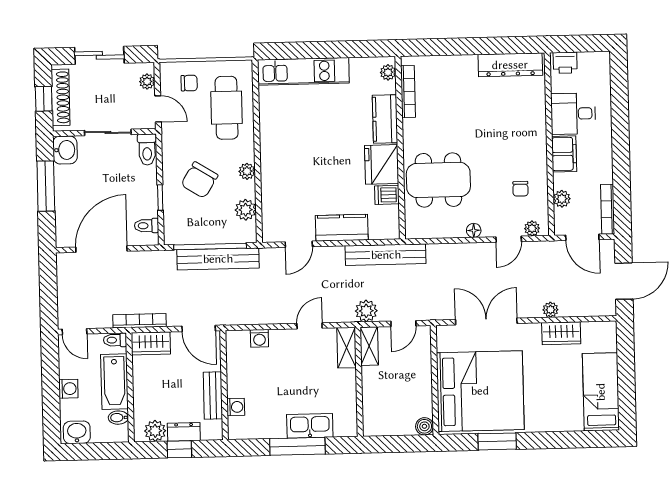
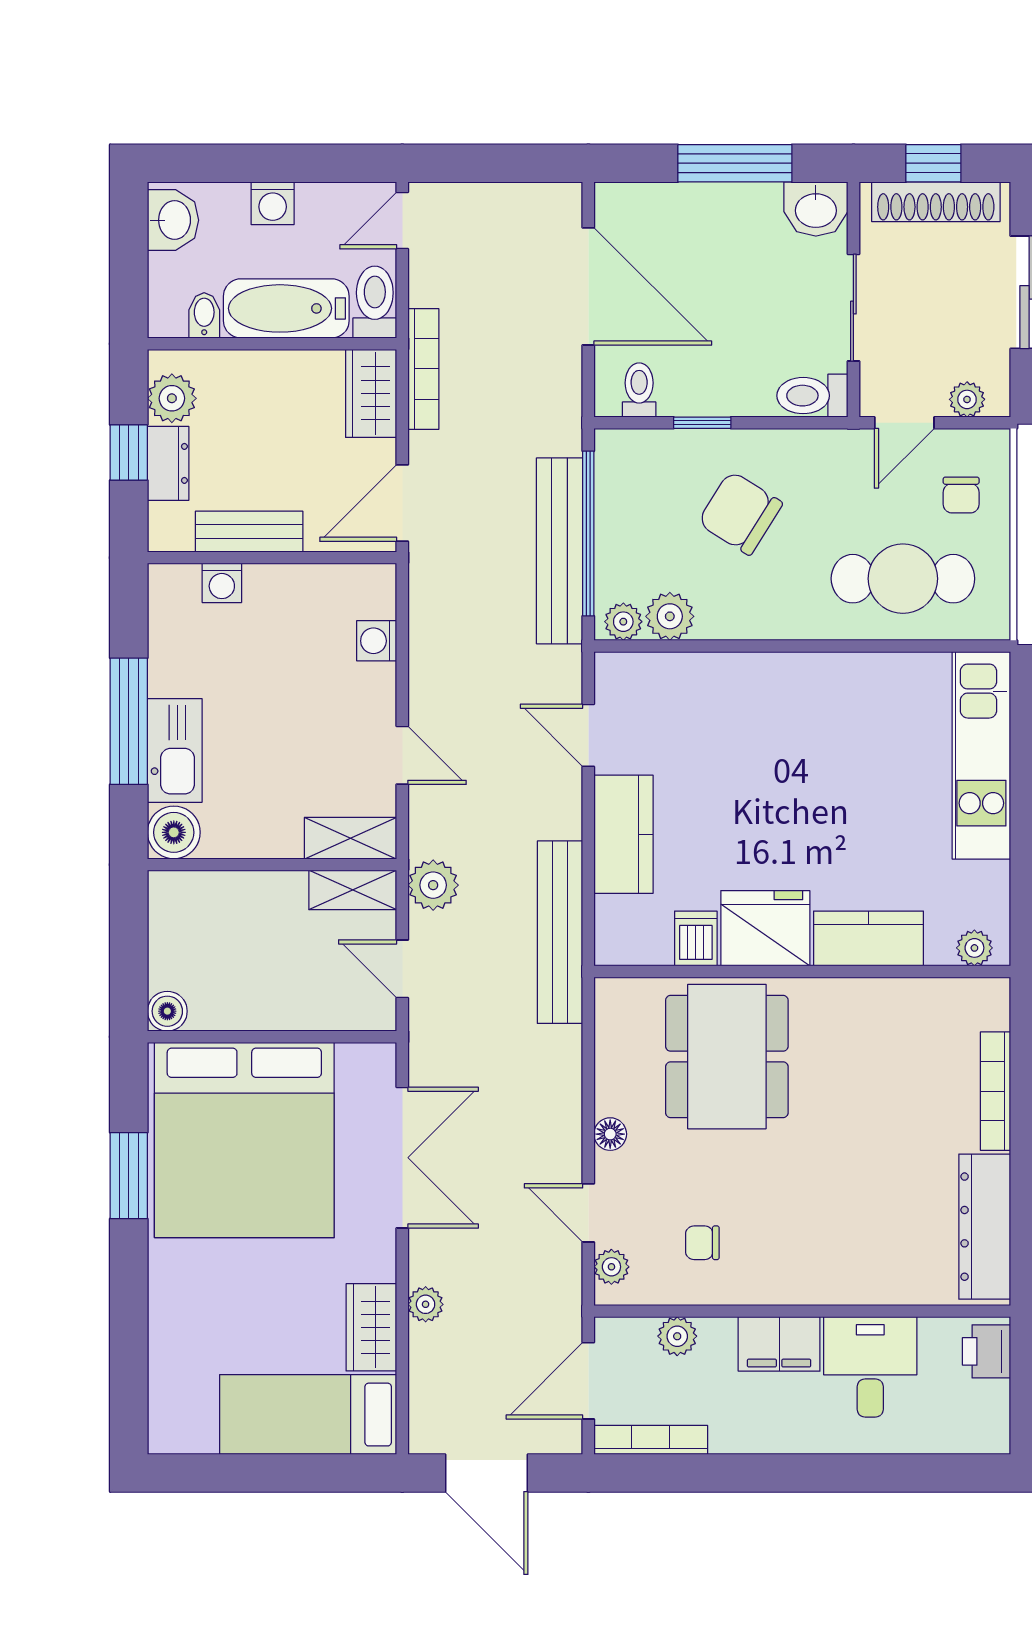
bookcase: (408, 92) -> (995, 1091), moved, turned 90
plant: (247, 171) -> (623, 622), moved
toilet: (115, 340) -> (375, 302), width x1.37, depth x1.39
bed: (601, 392) -> (308, 1415), moved, turned 180
boiler: (346, 425) -> (174, 832), added

